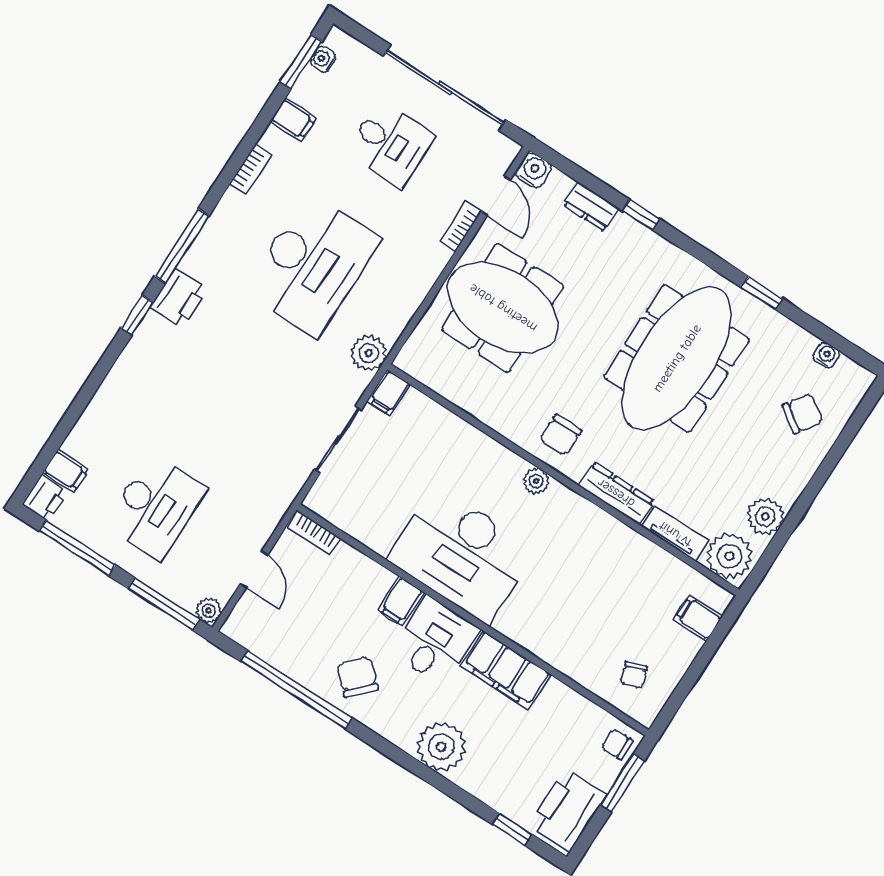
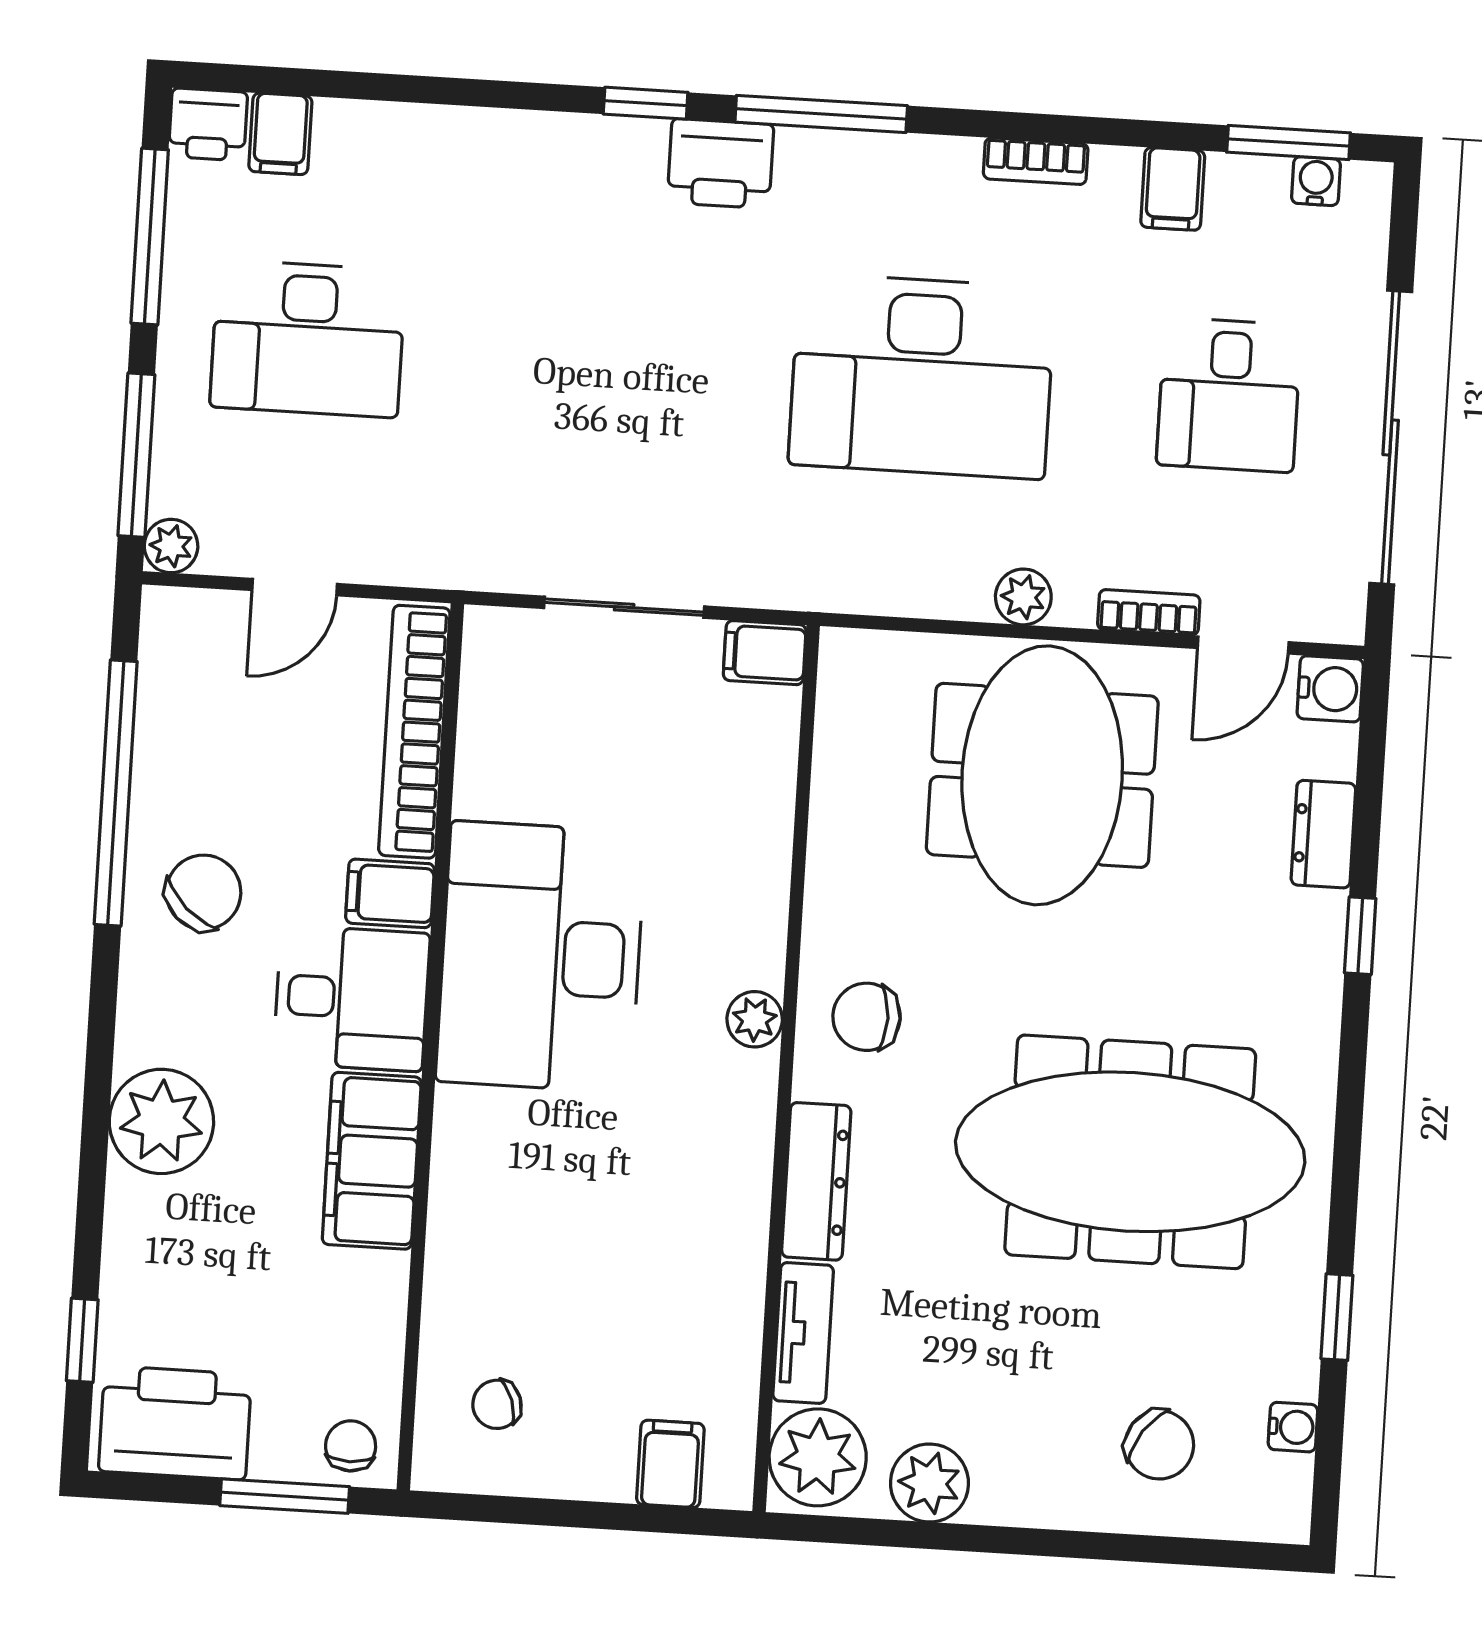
window: (762, 293) -> (1337, 1317), moved
plant: (369, 353) -> (1023, 597), moved, width x0.73, depth x0.73
bookcase: (314, 533) -> (414, 732), width x2.31, depth x1.31

